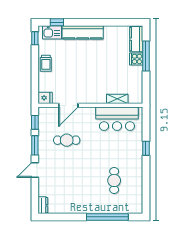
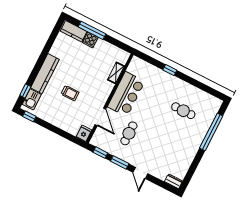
trolley: (46, 63) -> (70, 93), moved
bar counter: (117, 119) -> (126, 94), moved

